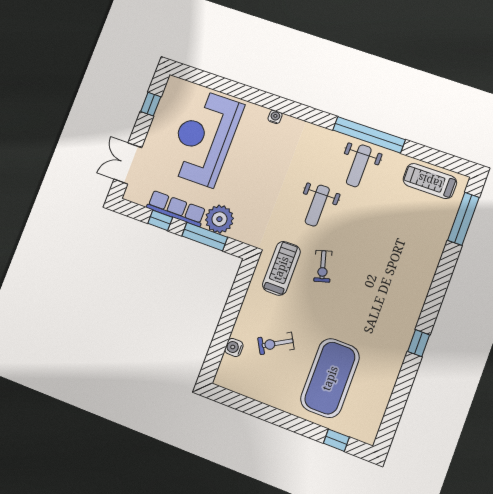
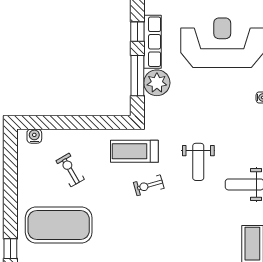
weight bench: (317, 206) -> (198, 162), turned -90
treadmill: (281, 268) -> (134, 151), turned 180
water cooler: (234, 347) -> (34, 136), moved

